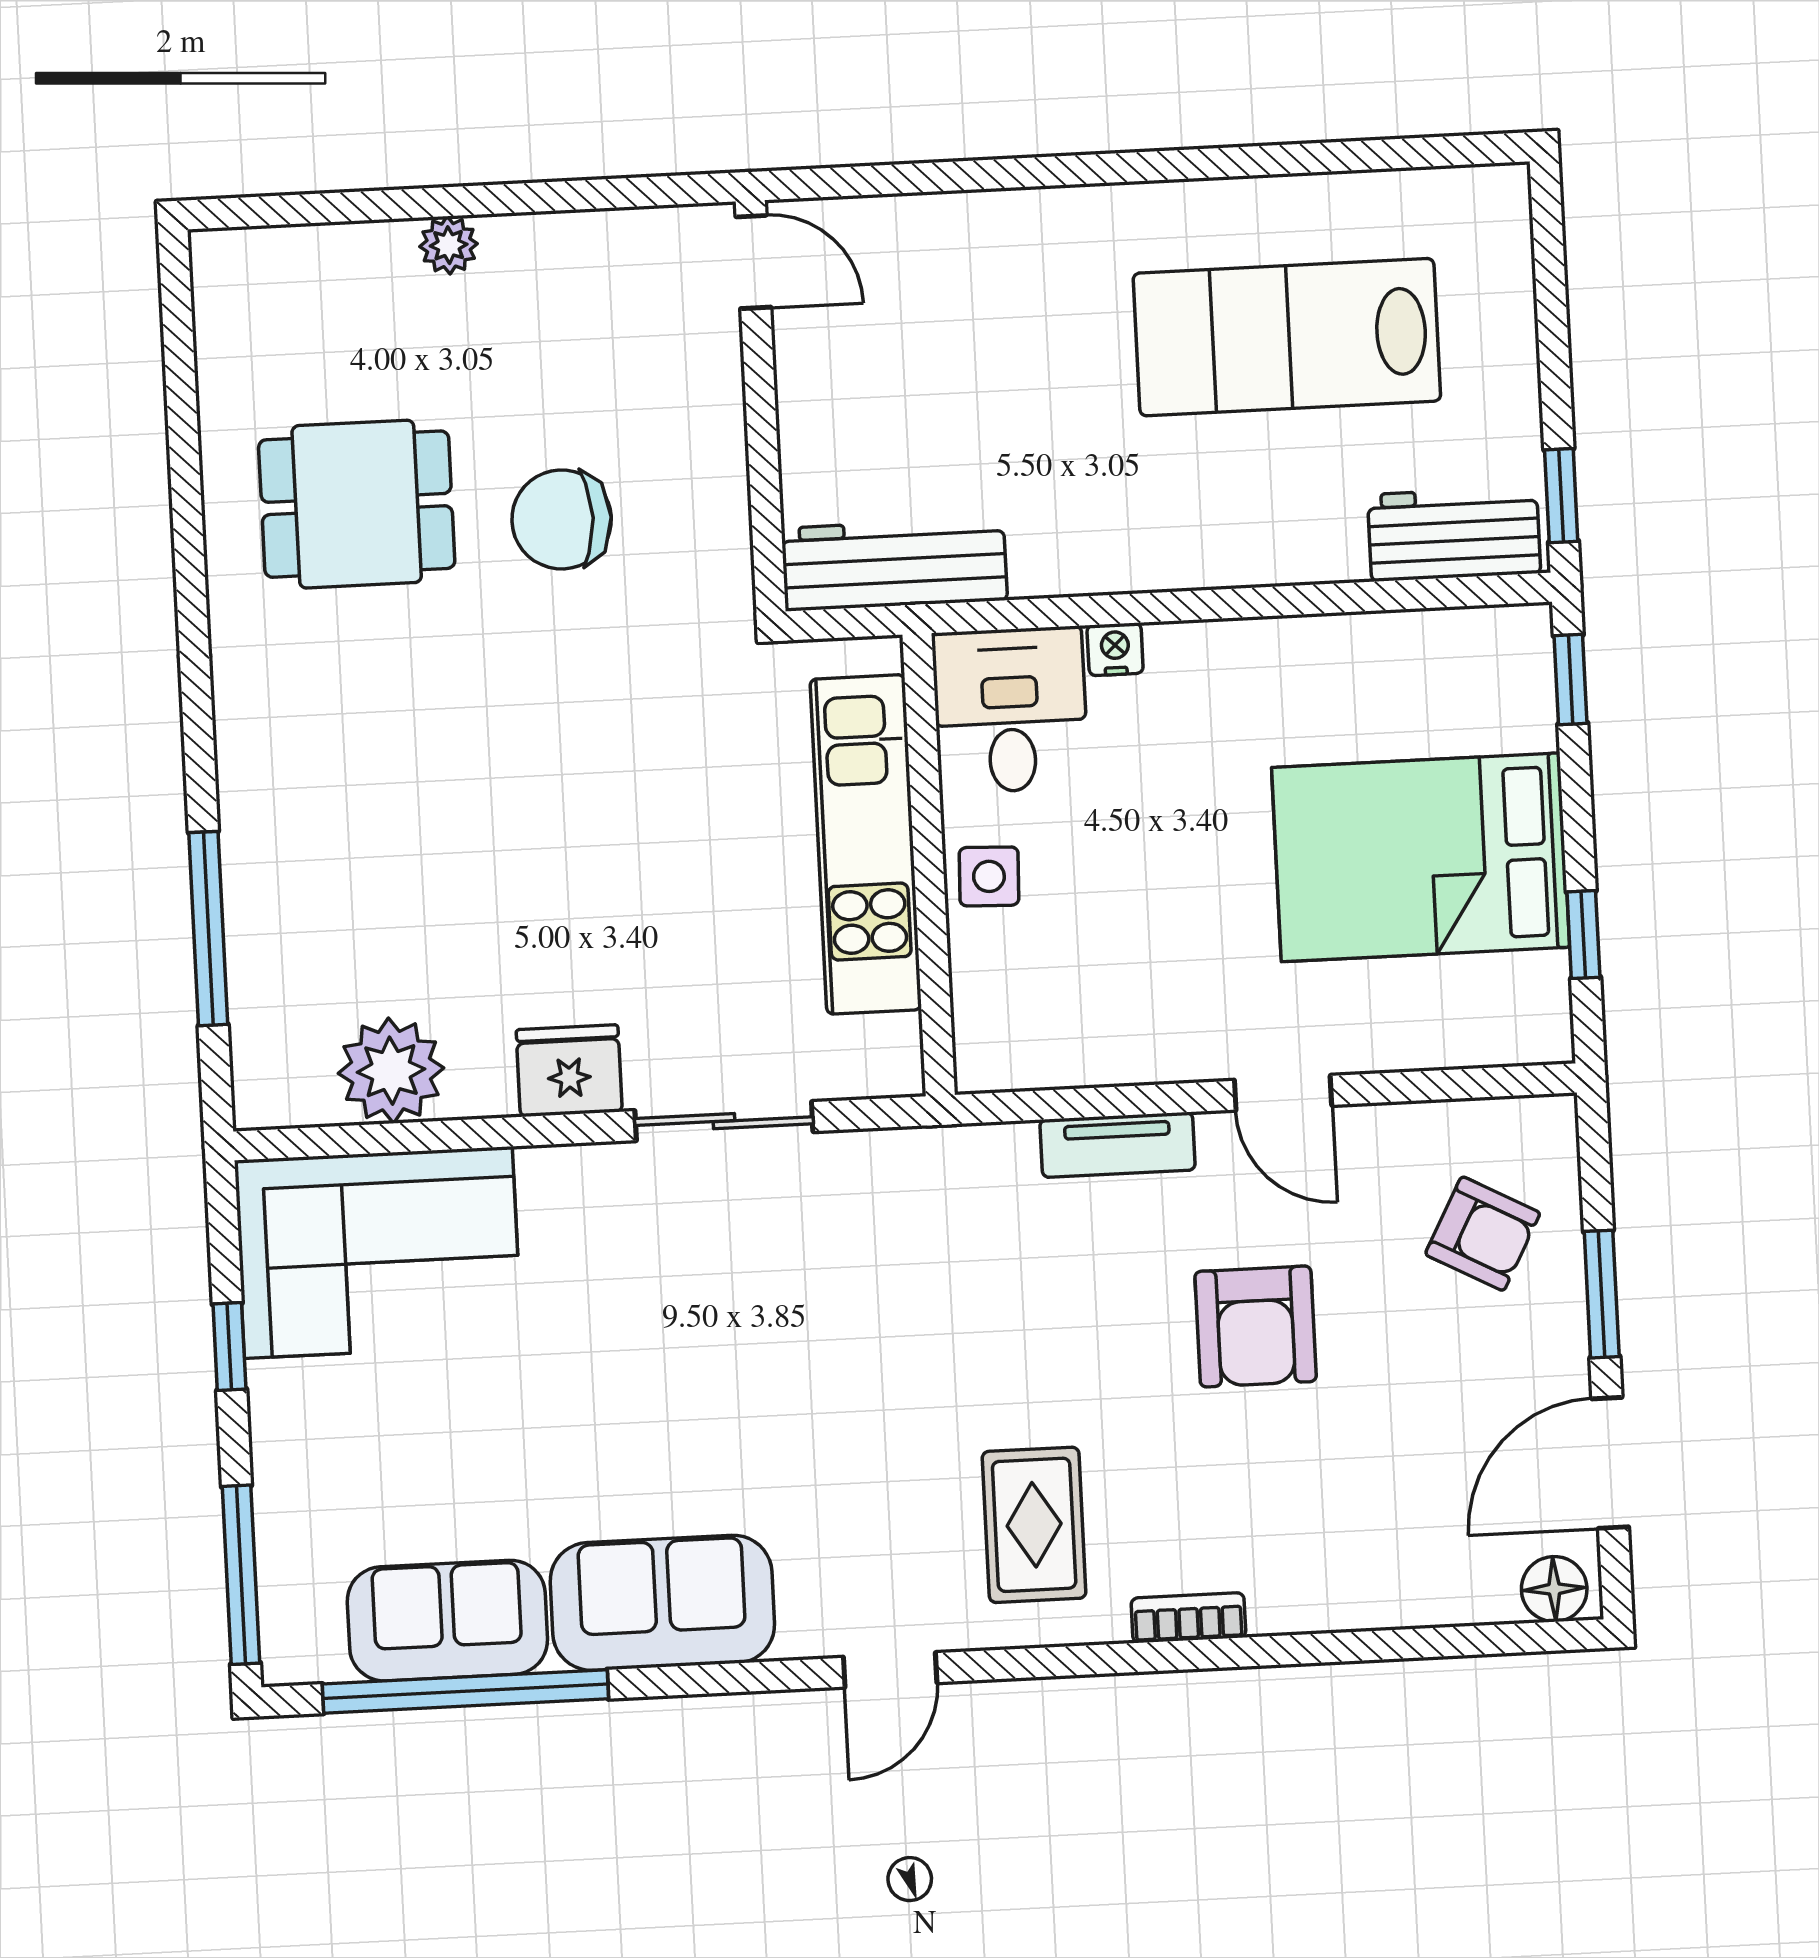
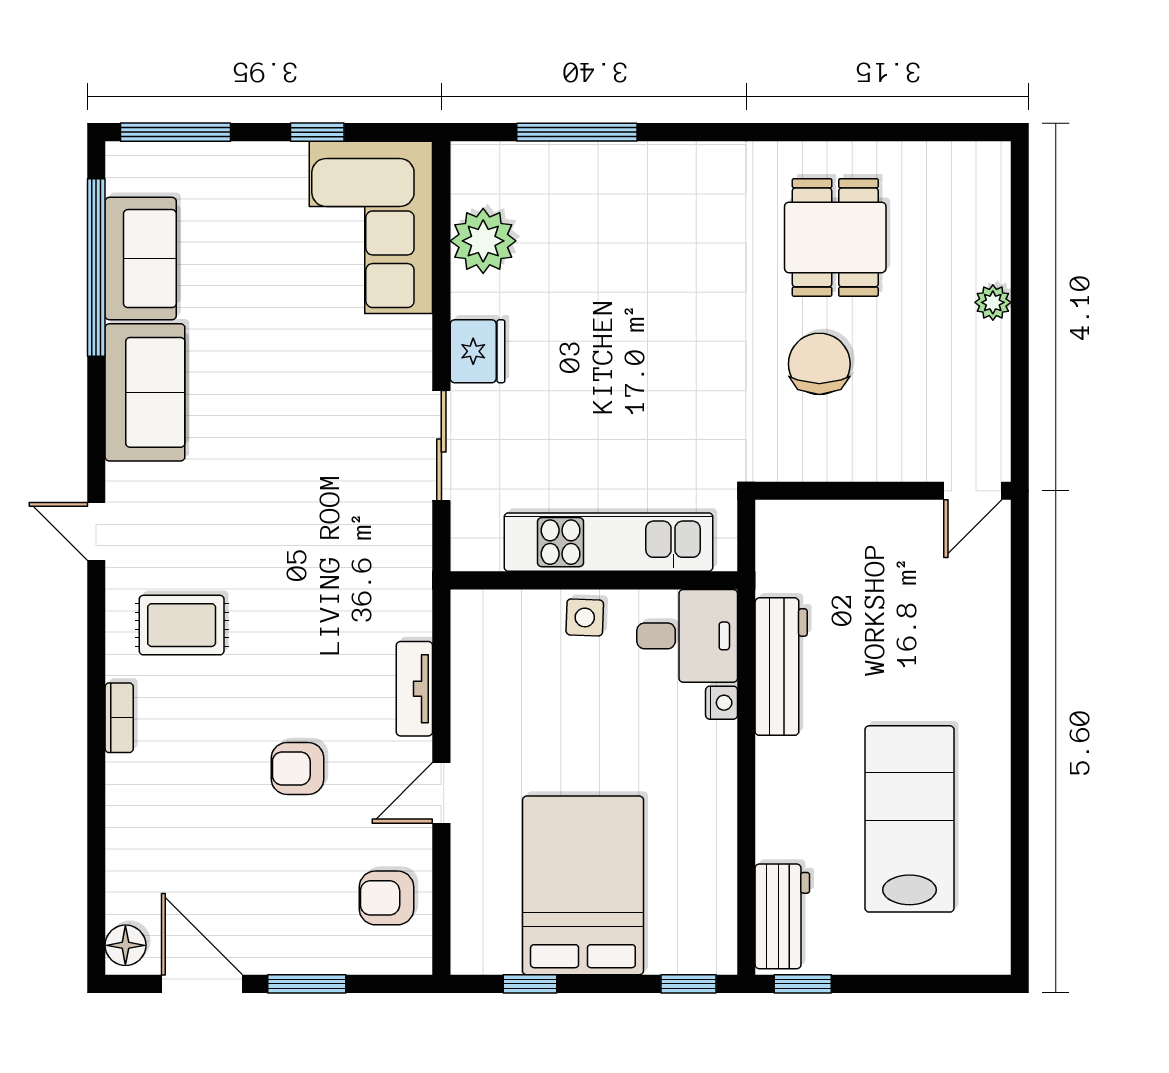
workbench: (894, 564) -> (781, 667), moved
armchair: (1483, 1234) -> (387, 898), moved, turned 62
armchair: (1256, 1326) -> (298, 768), width x0.72, depth x0.72

